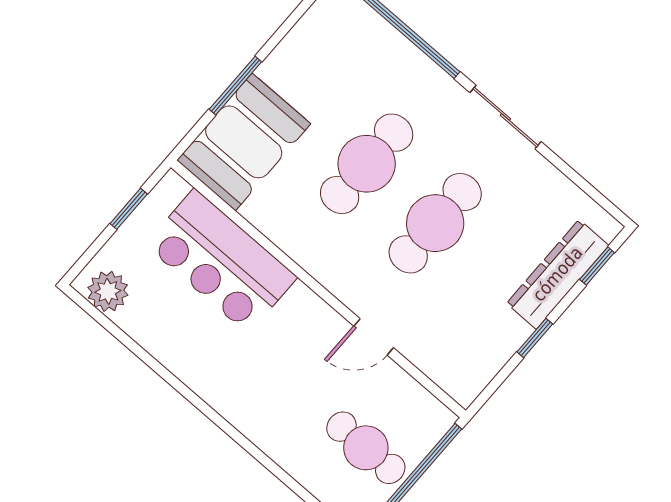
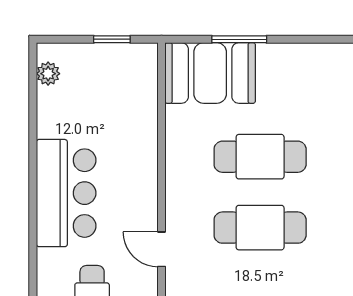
bar counter: (221, 261) -> (66, 193), moved, turned 180
plant: (108, 291) -> (48, 74), width x0.73, depth x0.73

